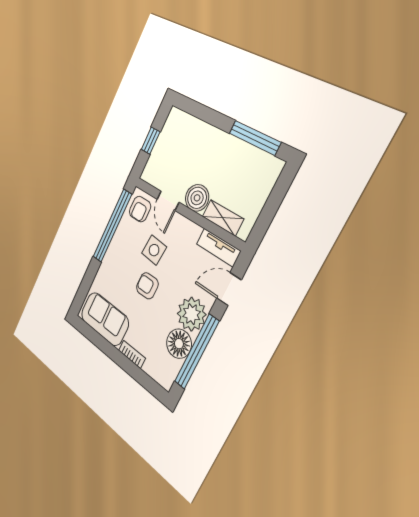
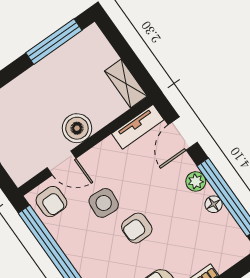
shelving: (223, 218) -> (126, 83), moved, turned 90
plant: (192, 314) -> (196, 181), width x0.53, depth x0.53
floor lamp: (179, 344) -> (214, 204), width x0.53, depth x0.53

